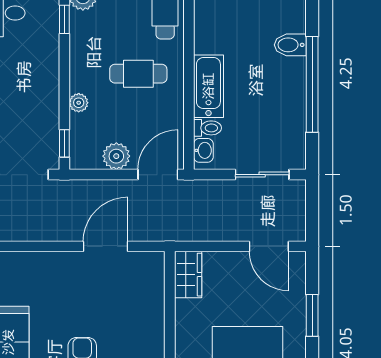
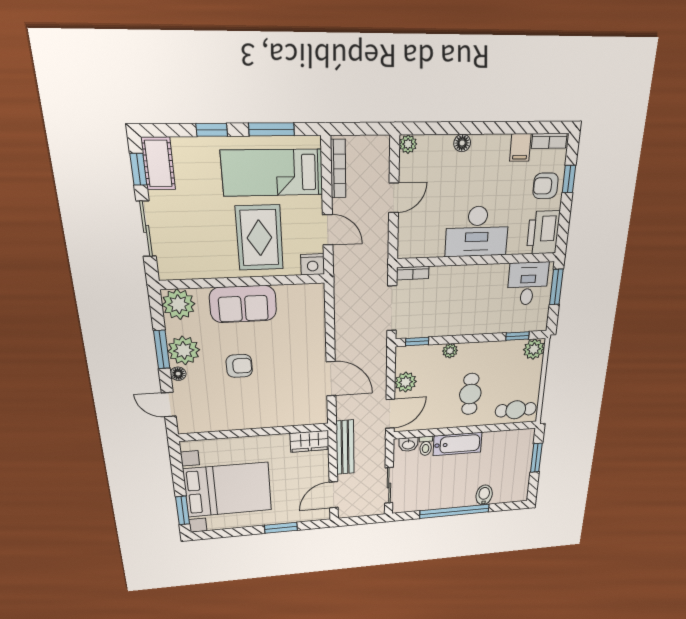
door: (158, 175) -> (390, 414), hinge flipped
bench: (200, 231) -> (345, 447), added

